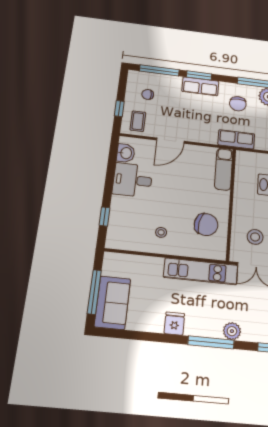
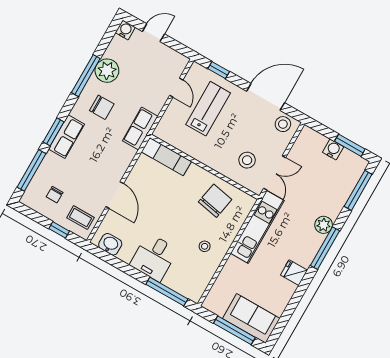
desk: (133, 180) -> (154, 257), moved
window: (105, 217) -> (167, 292), width x2.17

